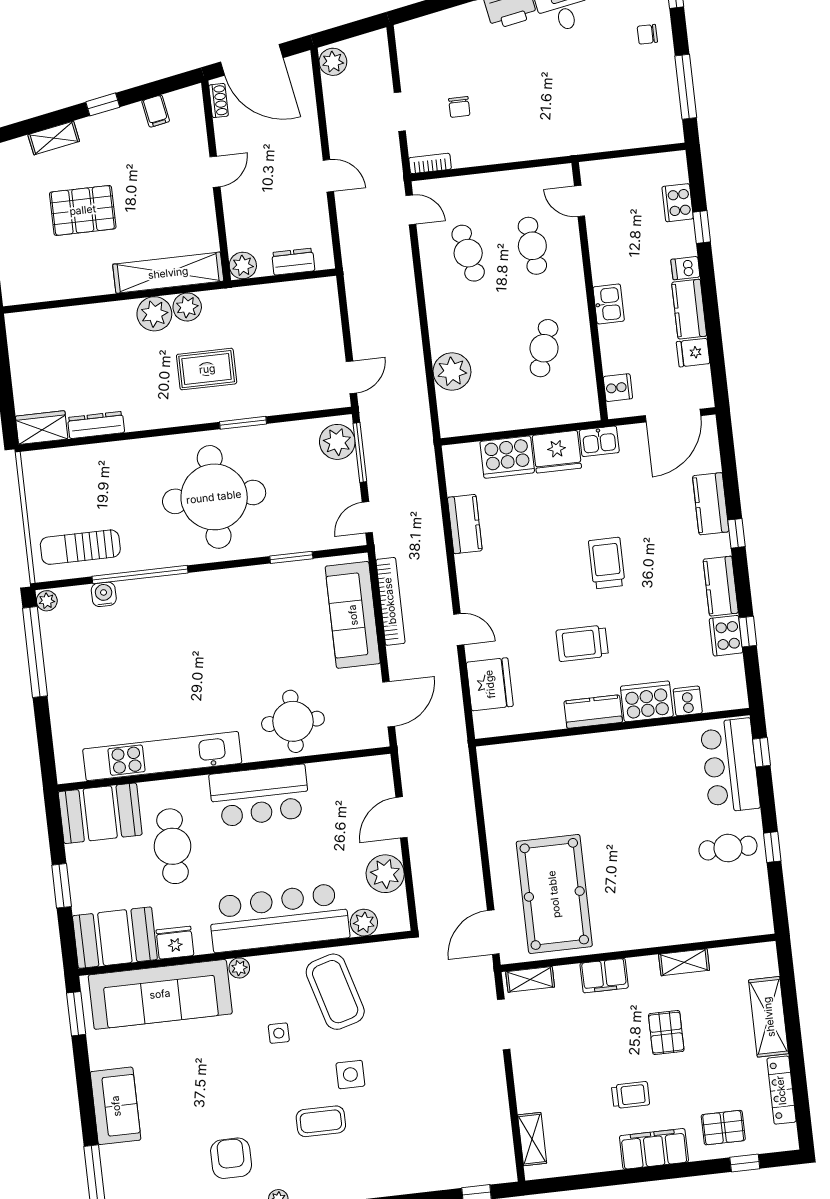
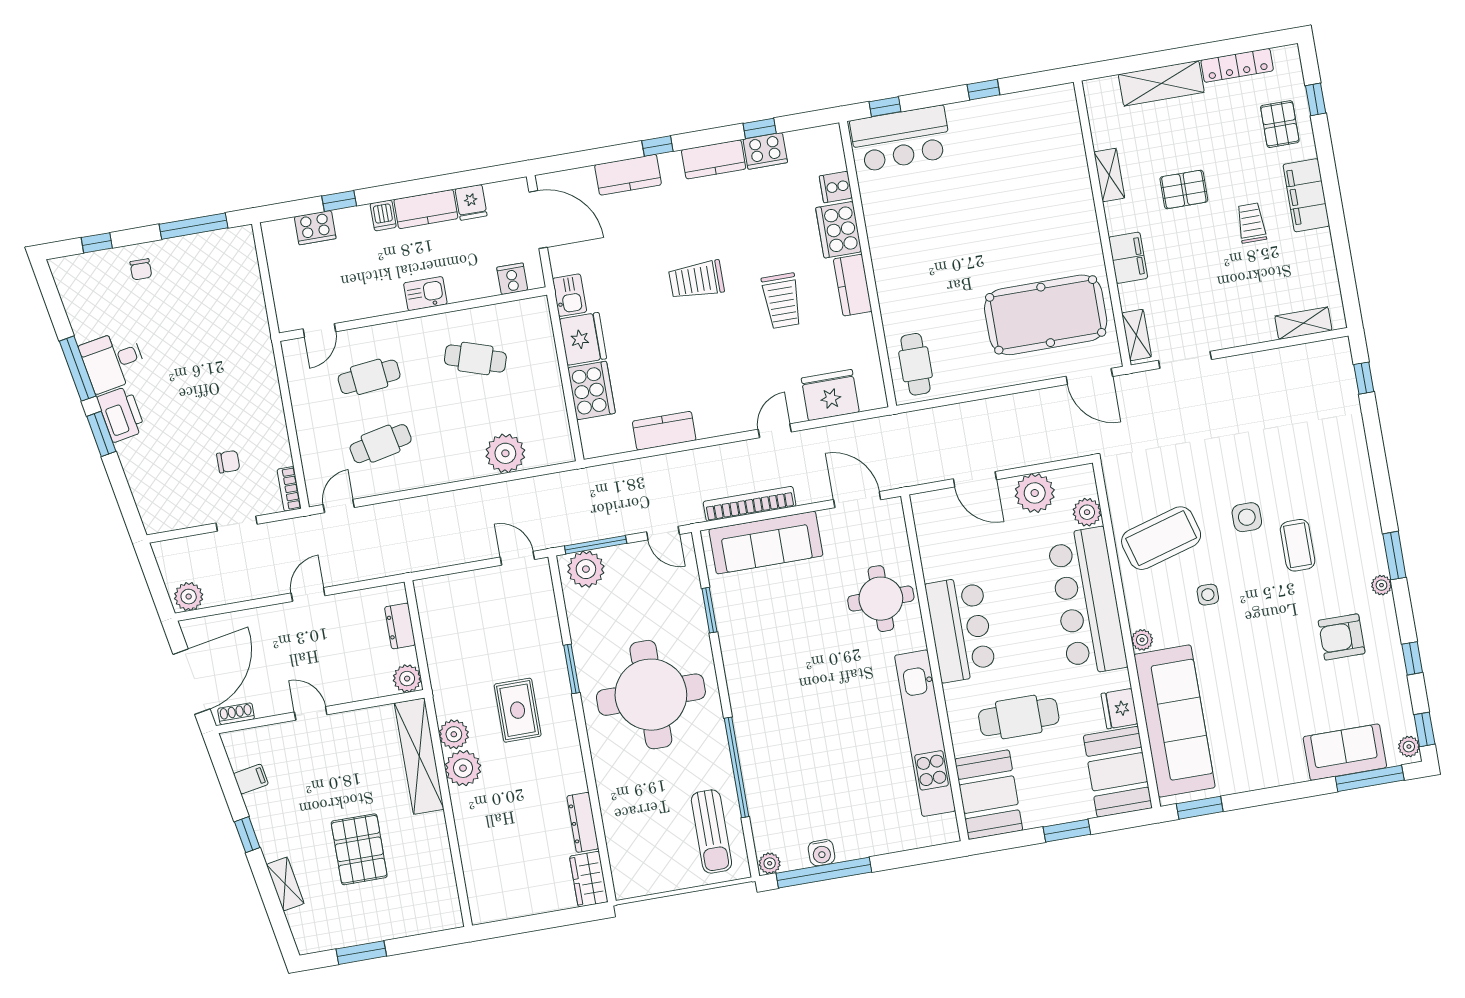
water cooler: (104, 594) -> (822, 853), moved, turned -90
cafe table: (728, 848) -> (915, 364), moved
sofa: (116, 1106) -> (1345, 752), moved

